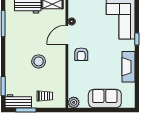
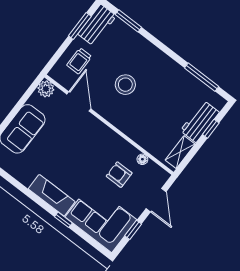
door: (67, 35) -> (79, 101), moved
armchair: (81, 54) -> (119, 175), moved
fireplace: (128, 67) -> (52, 195), moved

